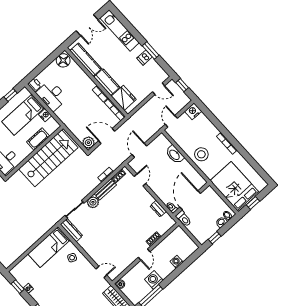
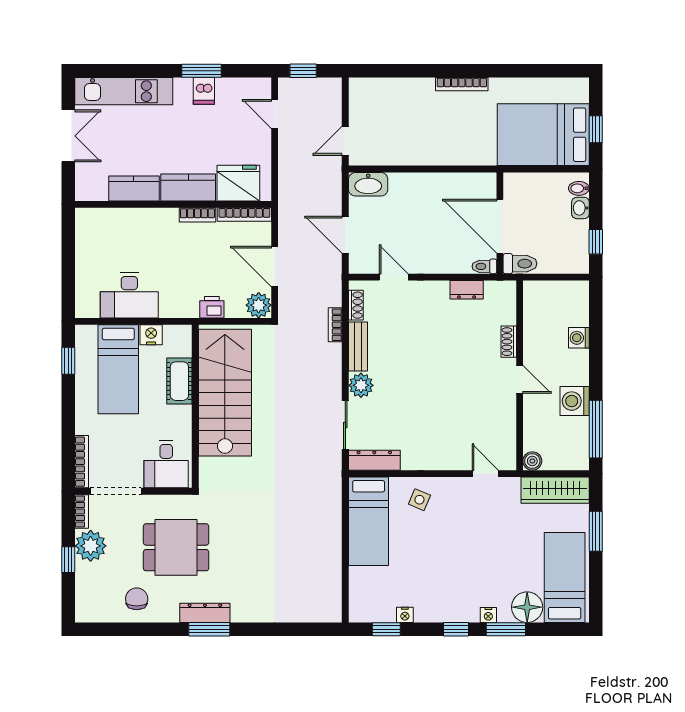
floor lamp: (63, 60) -> (90, 226), removed
kitchen counter: (86, 60) -> (134, 188), width x0.67
printer: (35, 85) -> (212, 307), moved
door: (159, 89) -> (275, 114), swing flipped
nightstand: (193, 111) -> (361, 91), removed
door: (171, 121) -> (345, 141), hinge flipped
door: (107, 136) -> (275, 267), hinge flipped
stool: (201, 154) -> (442, 141), removed
washbasin: (175, 155) -> (368, 184), moved
door: (101, 272) -> (485, 474), hinge flipped

